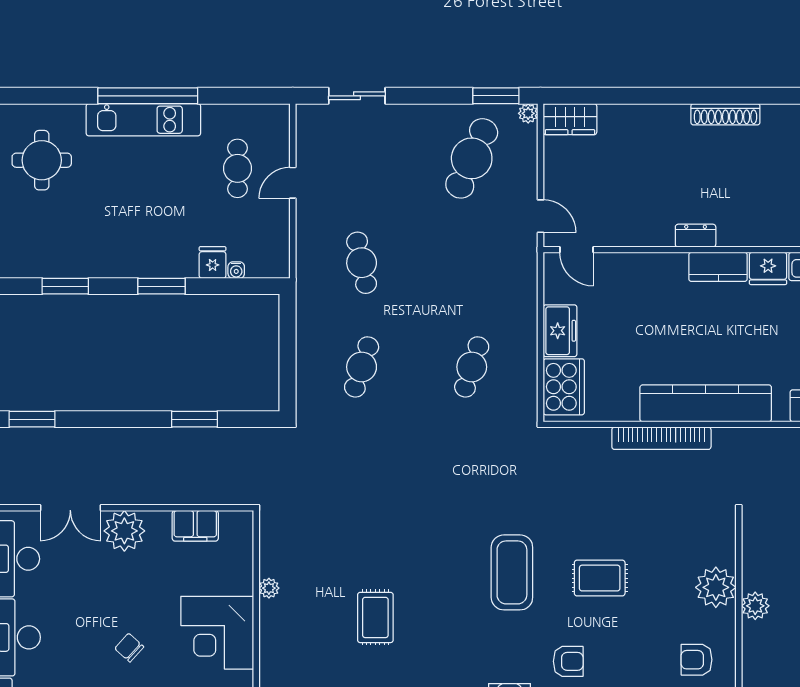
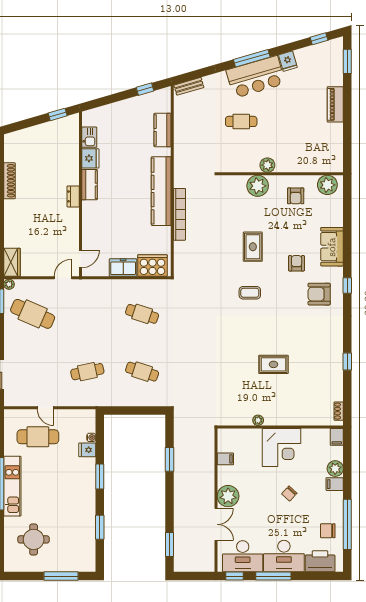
cafe table: (237, 168) -> (38, 437), width x1.37, depth x1.35
filing cabinet: (195, 526) -> (225, 459), width x0.50
coffee table: (512, 572) -> (250, 293), width x0.54, depth x0.58

